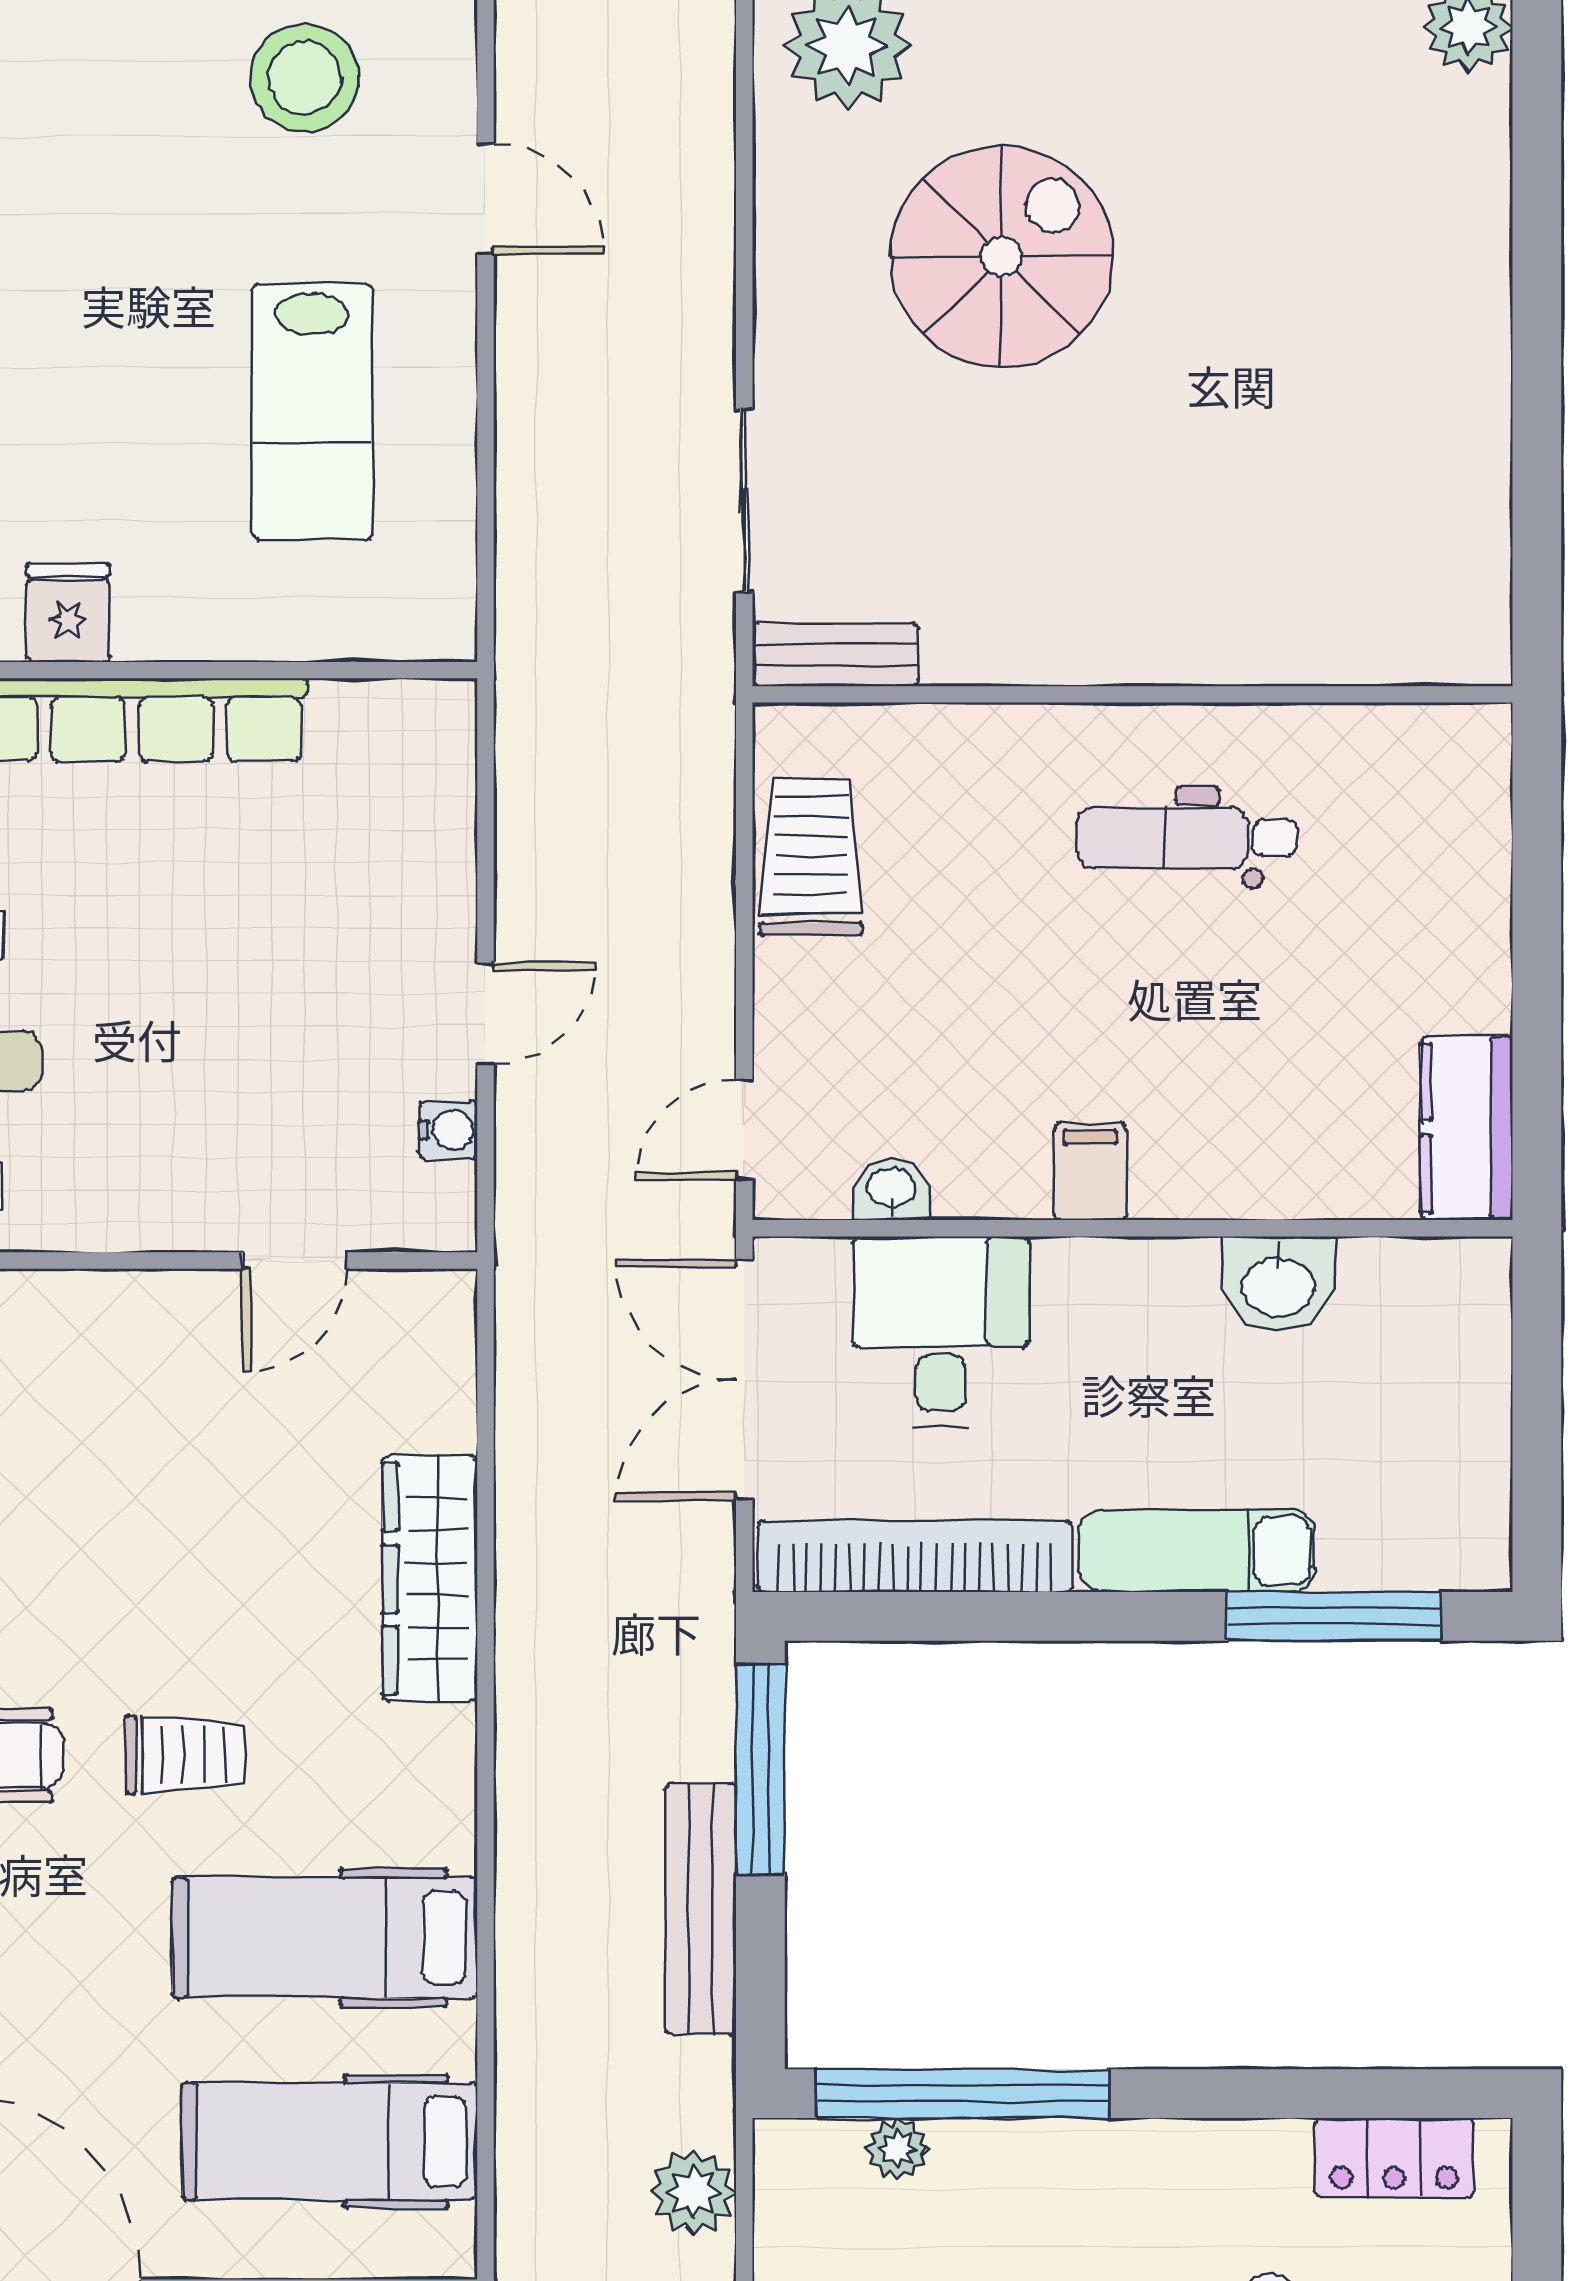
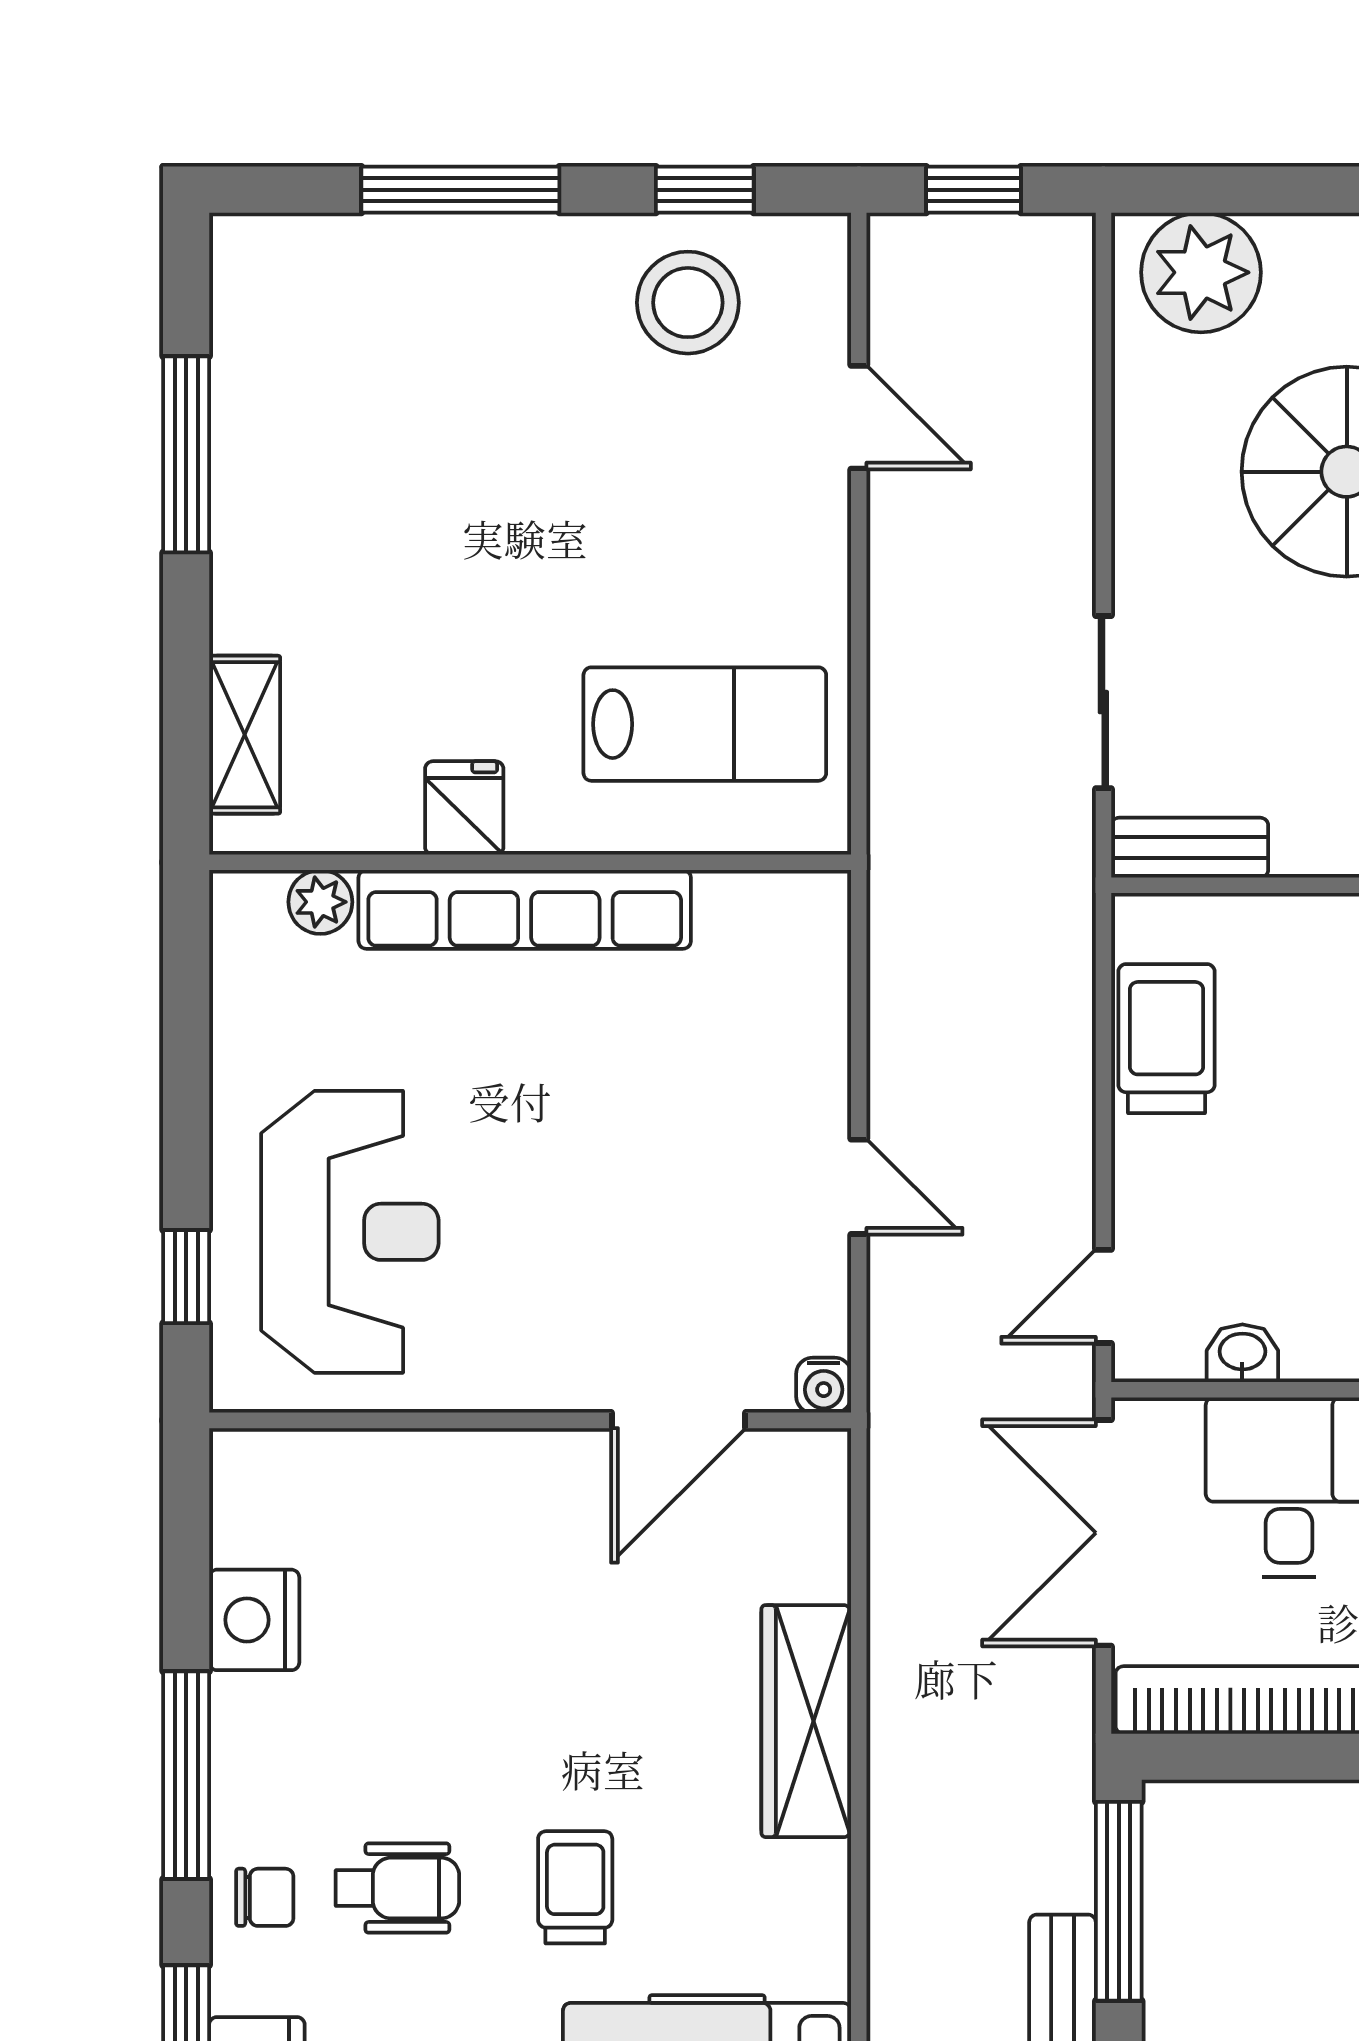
lab bench: (312, 412) -> (705, 724), moved, turned -90
door: (485, 1013) -> (859, 1187), hinge flipped
water cooler: (448, 1130) -> (824, 1385), moved, turned 90
door: (295, 1261) -> (678, 1420), width x1.38
trolley: (185, 1755) -> (575, 1887), turned -90

